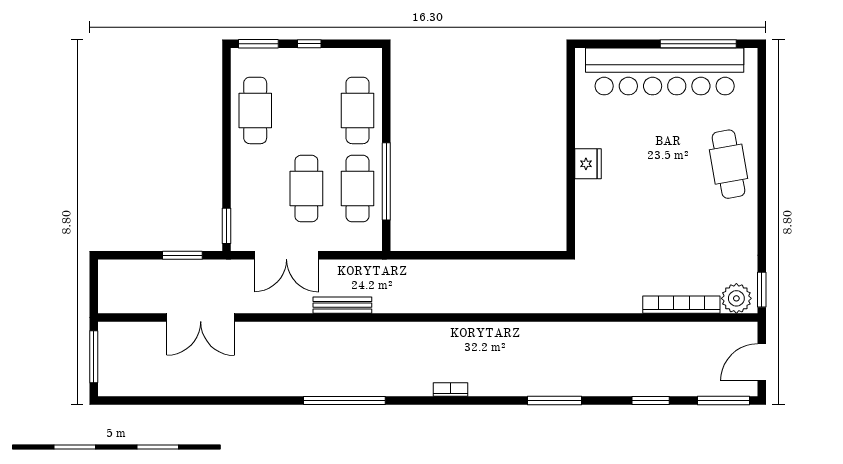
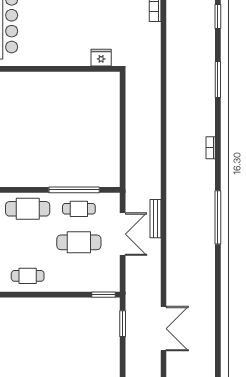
cafe table: (255, 110) -> (28, 276), width x0.73, depth x0.74
fridge: (588, 164) -> (101, 58), moved
cafe table: (357, 189) -> (79, 209), width x0.73, depth x0.74
double door: (286, 255) -> (123, 234), moved
double door: (201, 318) -> (163, 329), moved

